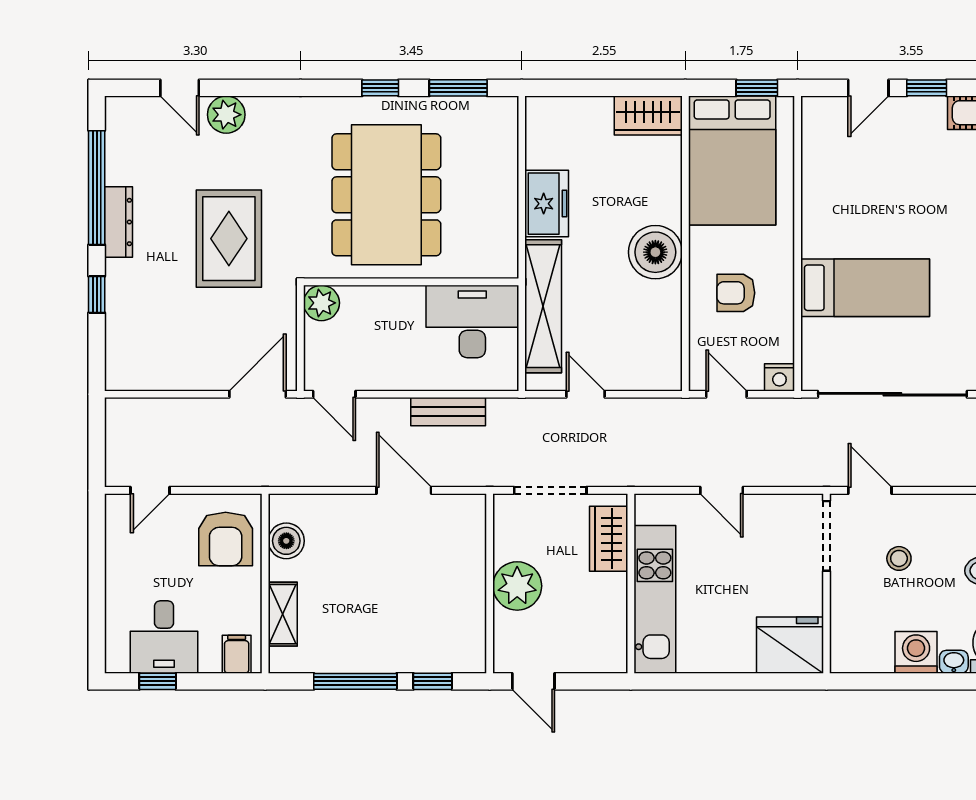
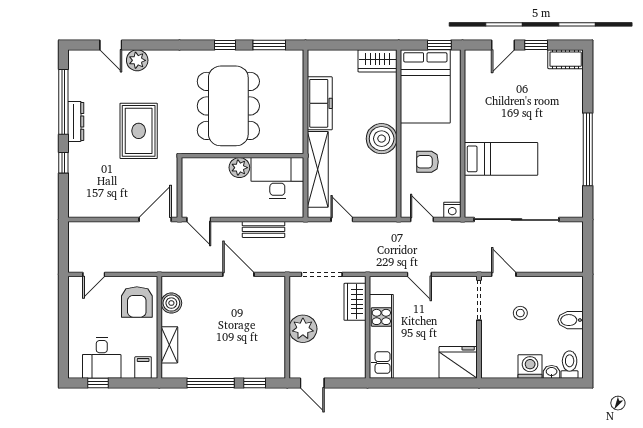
freezer: (547, 204) -> (320, 103), width x1.40
plant: (321, 303) -> (239, 168), moved

